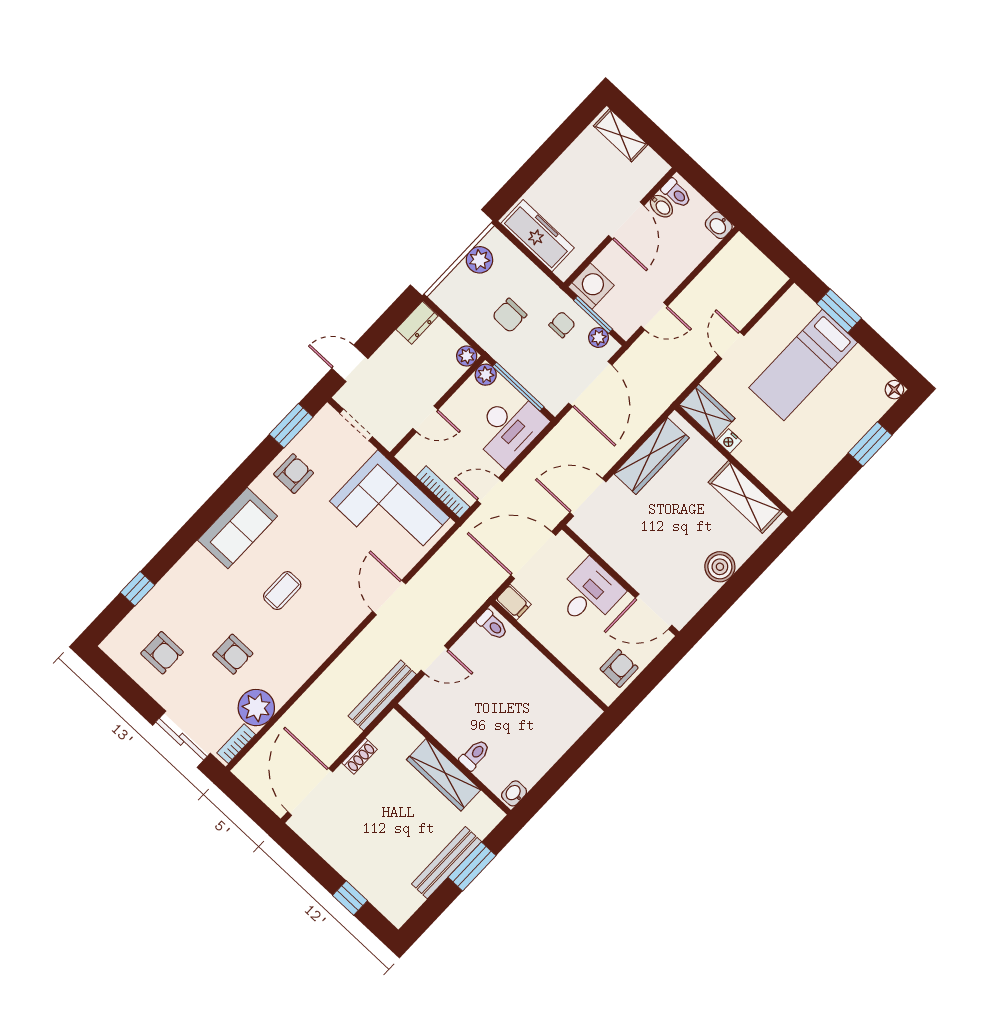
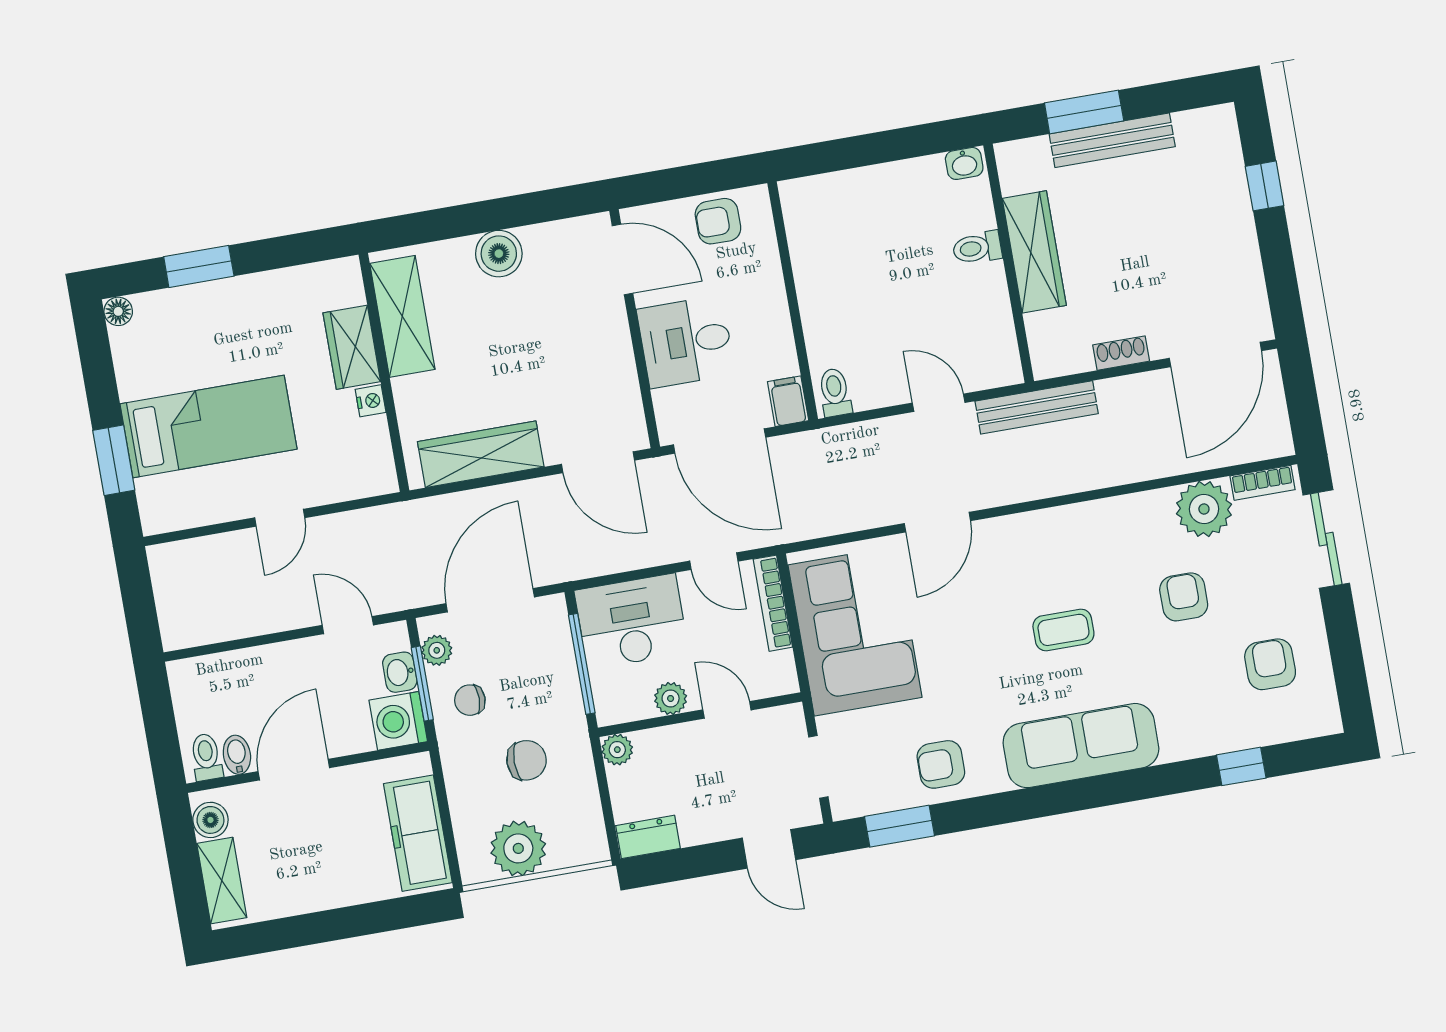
boiler: (650, 162) -> (210, 820), added
washbasin: (719, 225) -> (400, 672), moved, turned 180
plant: (479, 260) -> (518, 848), width x1.36, depth x1.36
plant: (486, 375) -> (671, 698), moved
wardrobe: (707, 412) -> (352, 347), moved
sofa: (237, 528) -> (1081, 746), width x1.36

